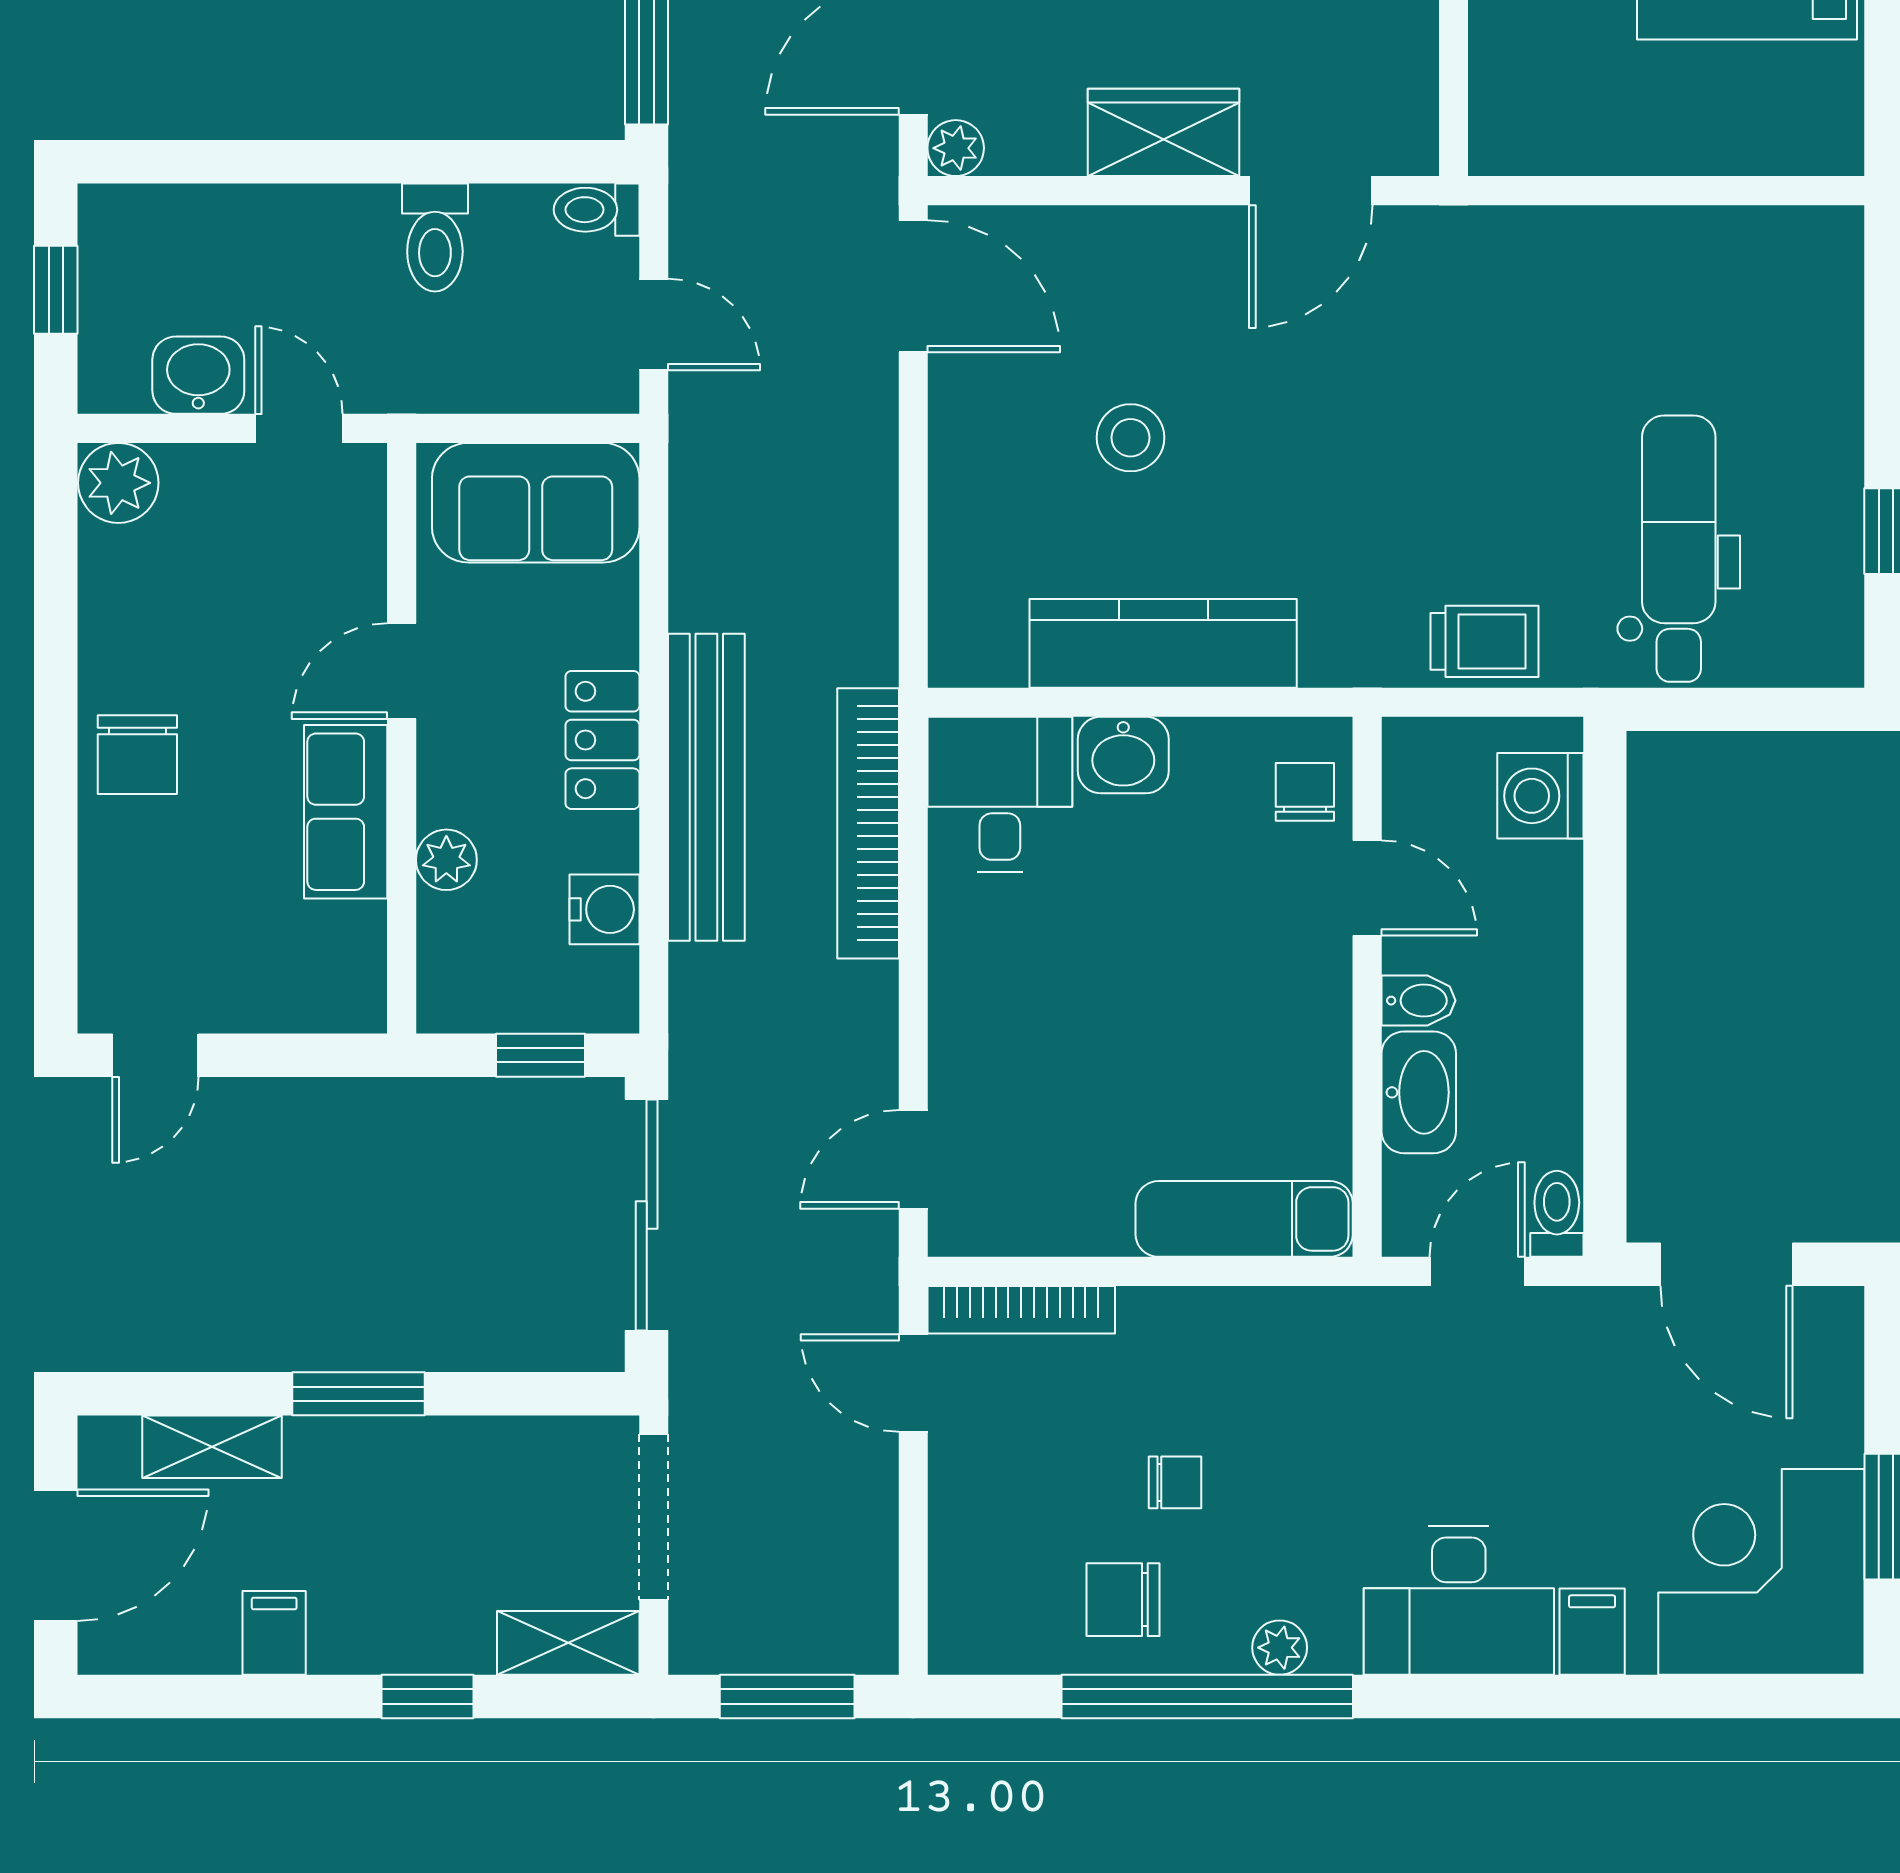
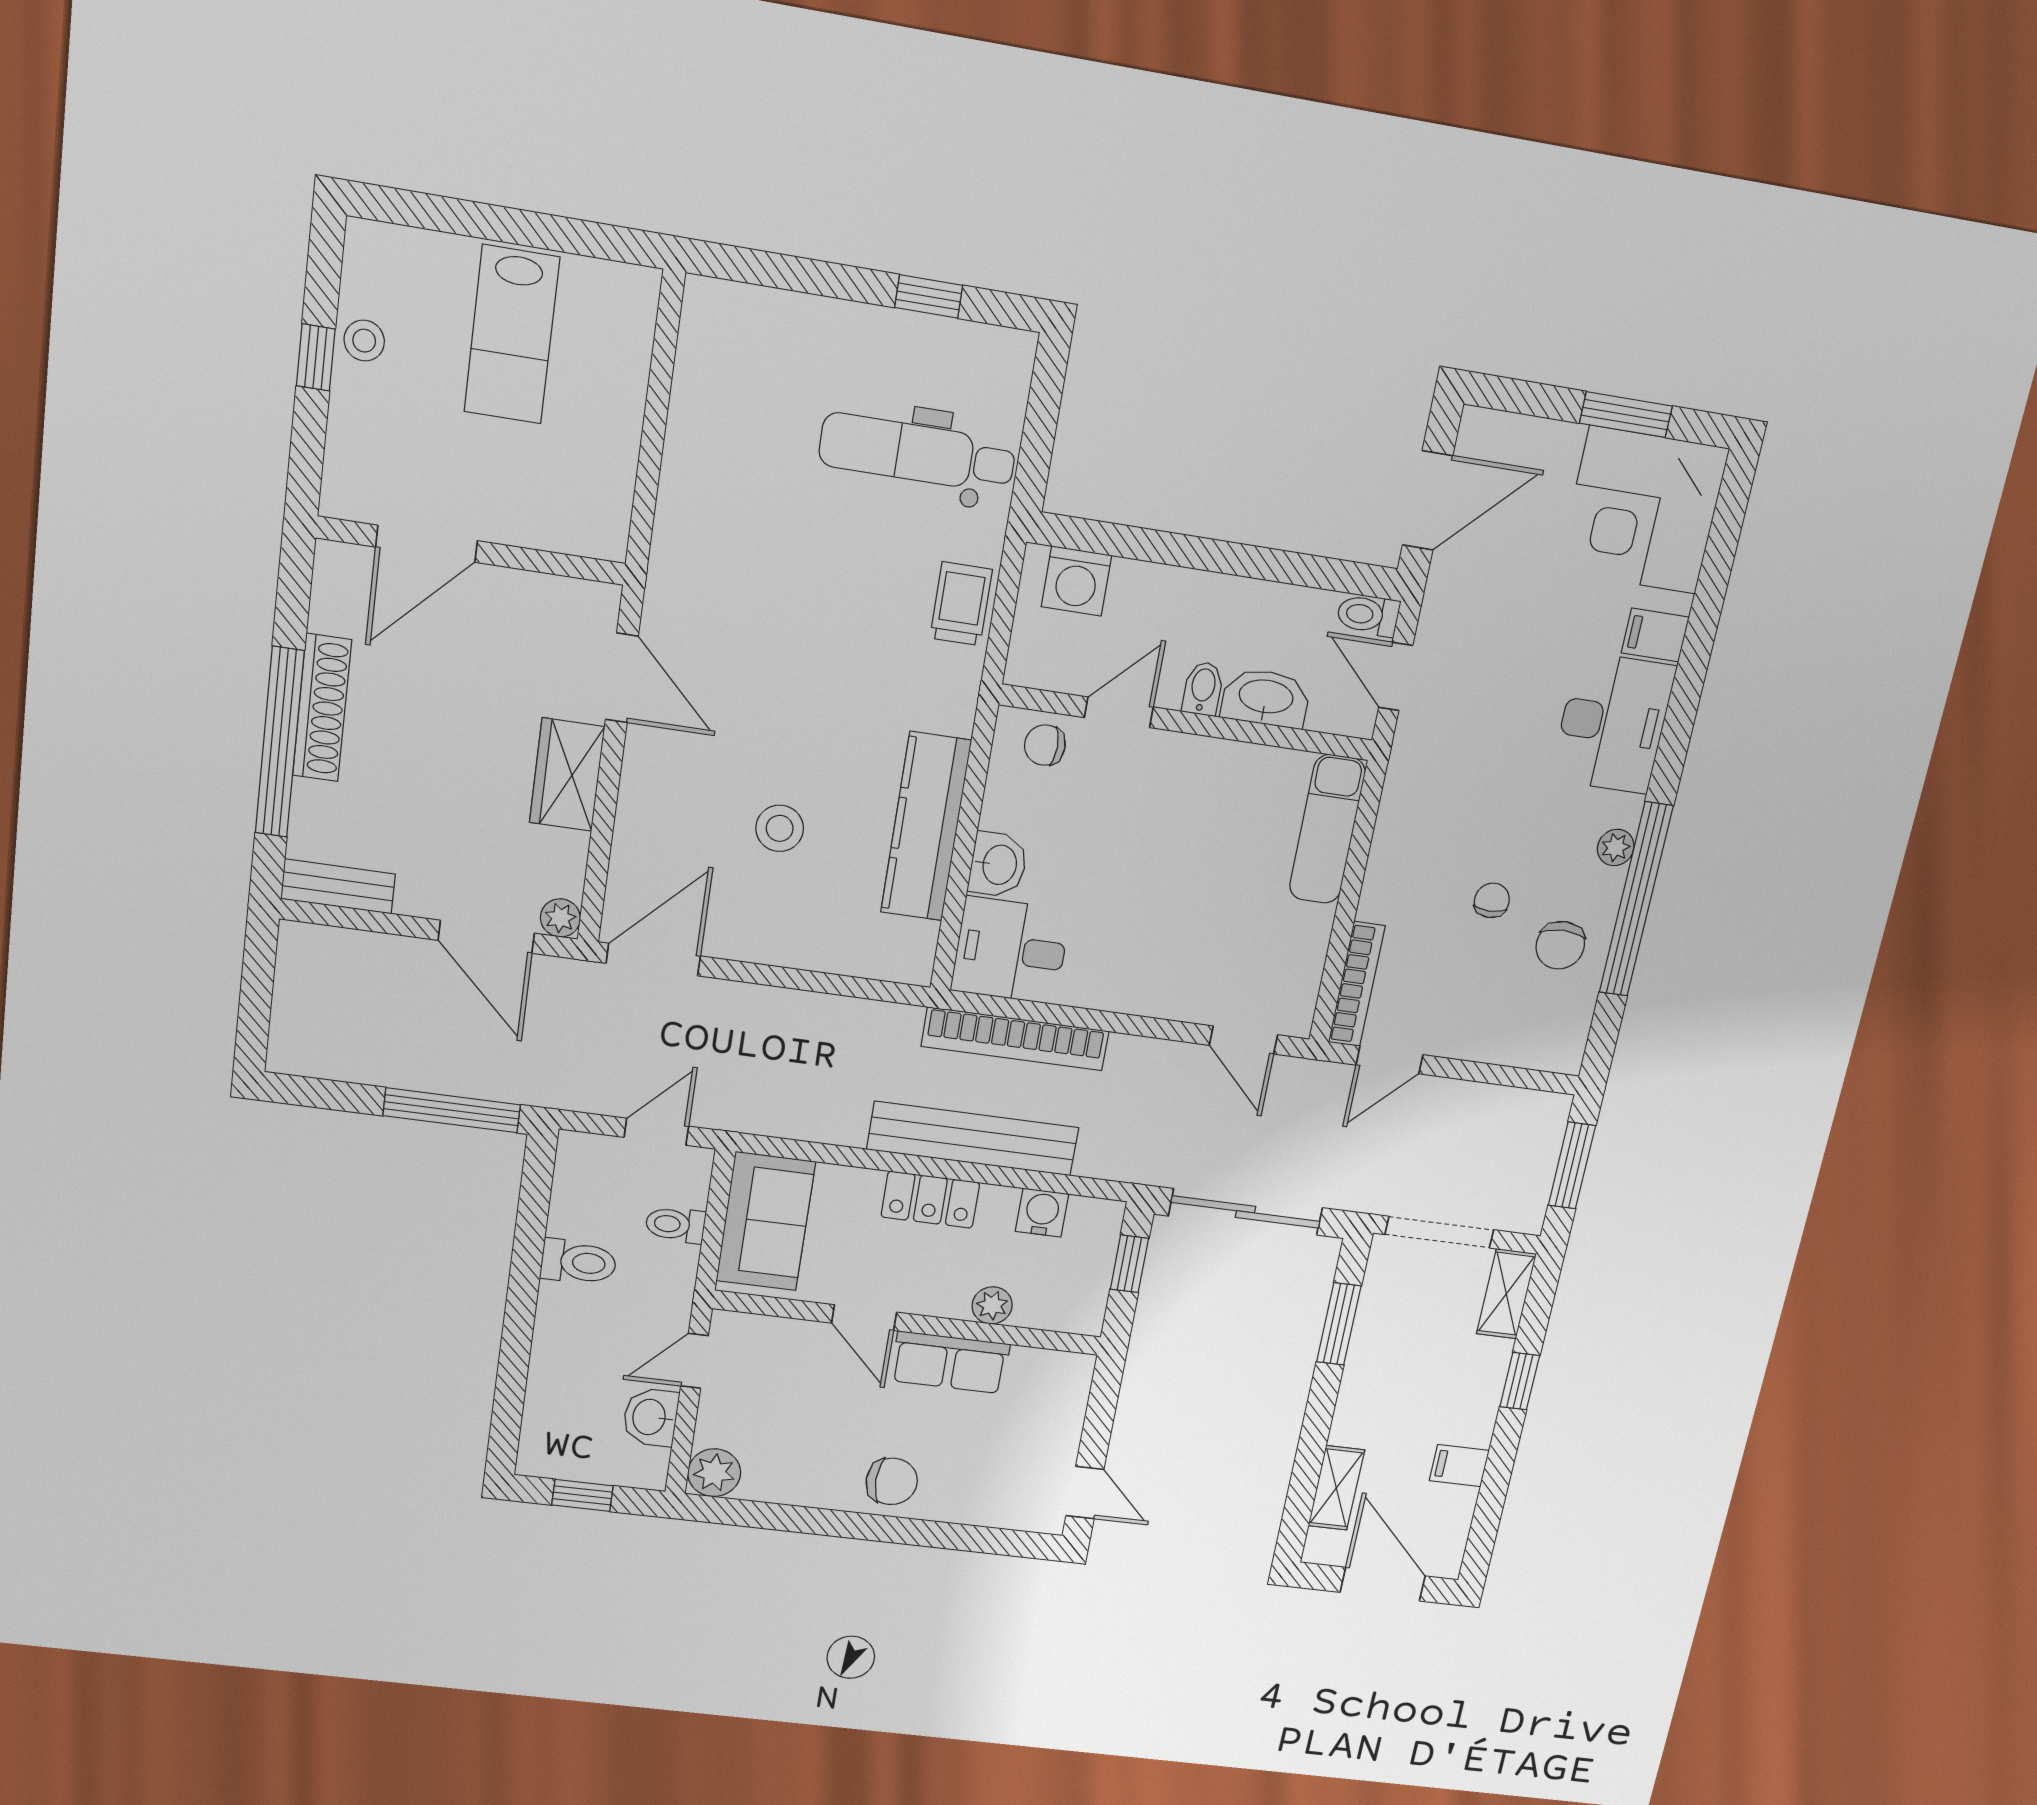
toilet: (597, 210) -> (675, 1225), moved, turned 90
window: (358, 1394) -> (1339, 1324), moved

